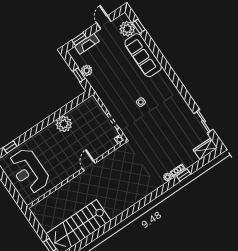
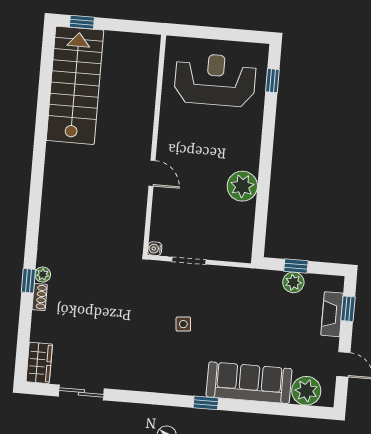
window: (139, 26) -> (206, 403), moved
window: (184, 175) -> (28, 281), moved

